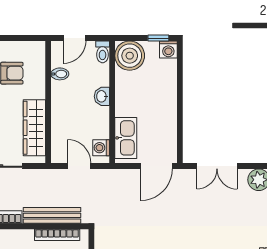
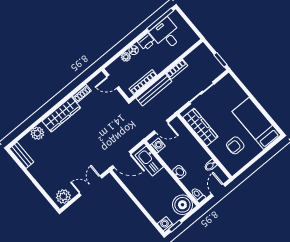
door: (156, 166) -> (122, 160), swing flipped

